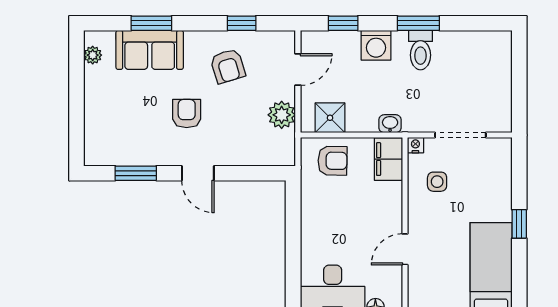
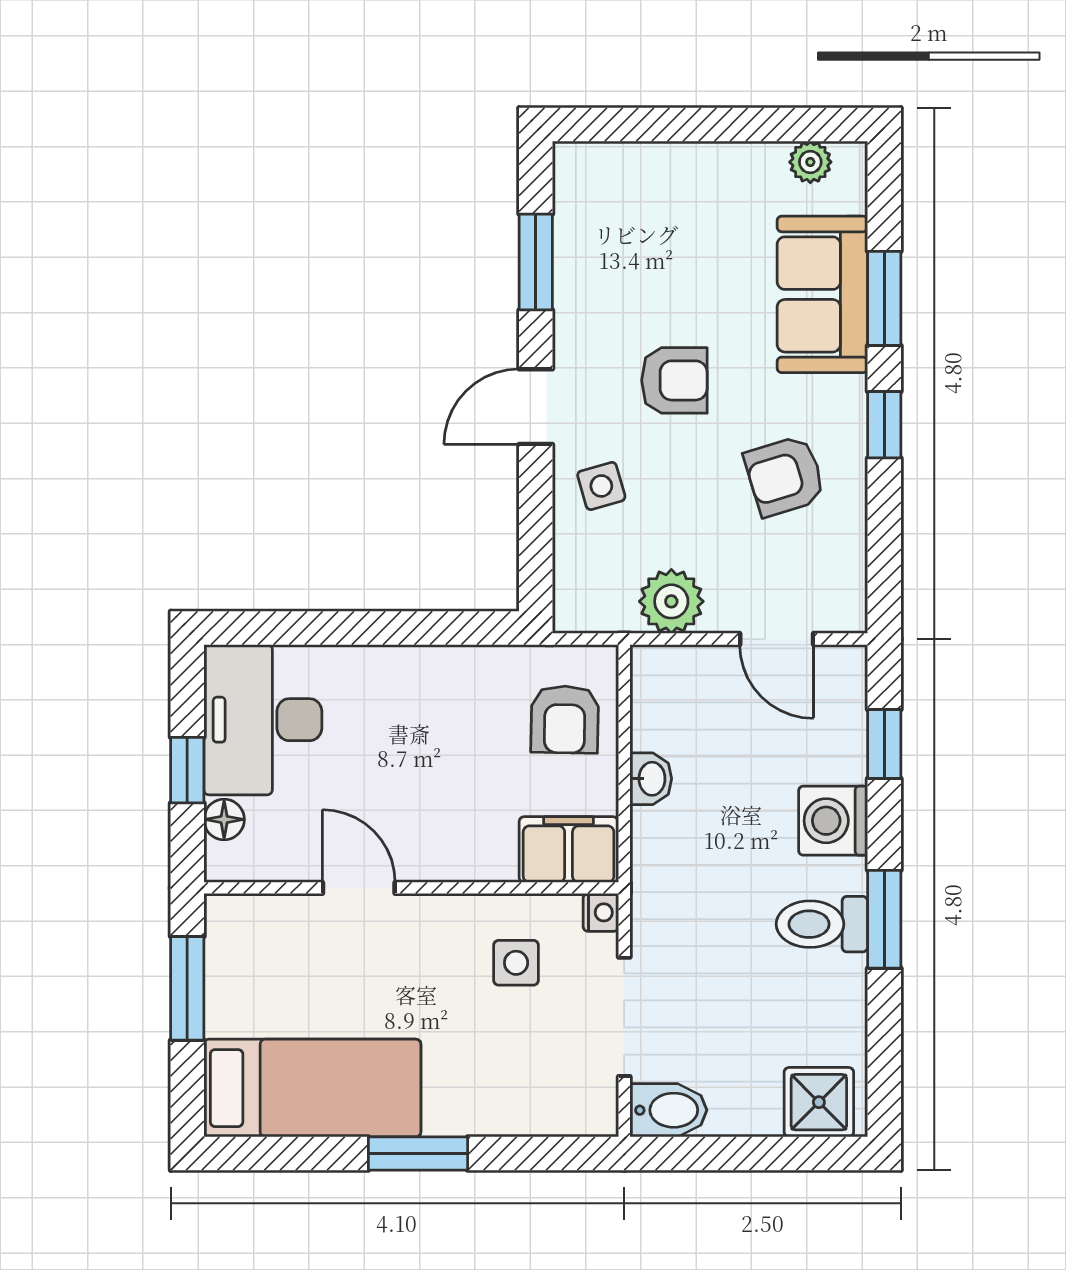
window: (242, 23) -> (884, 425), moved
bidet: (501, 116) -> (668, 1110), added
shower: (330, 118) -> (819, 1102), moved
washbasin: (390, 124) -> (651, 779), moved
side table: (232, 145) -> (601, 486), added
window: (519, 224) -> (418, 1153), width x1.50

